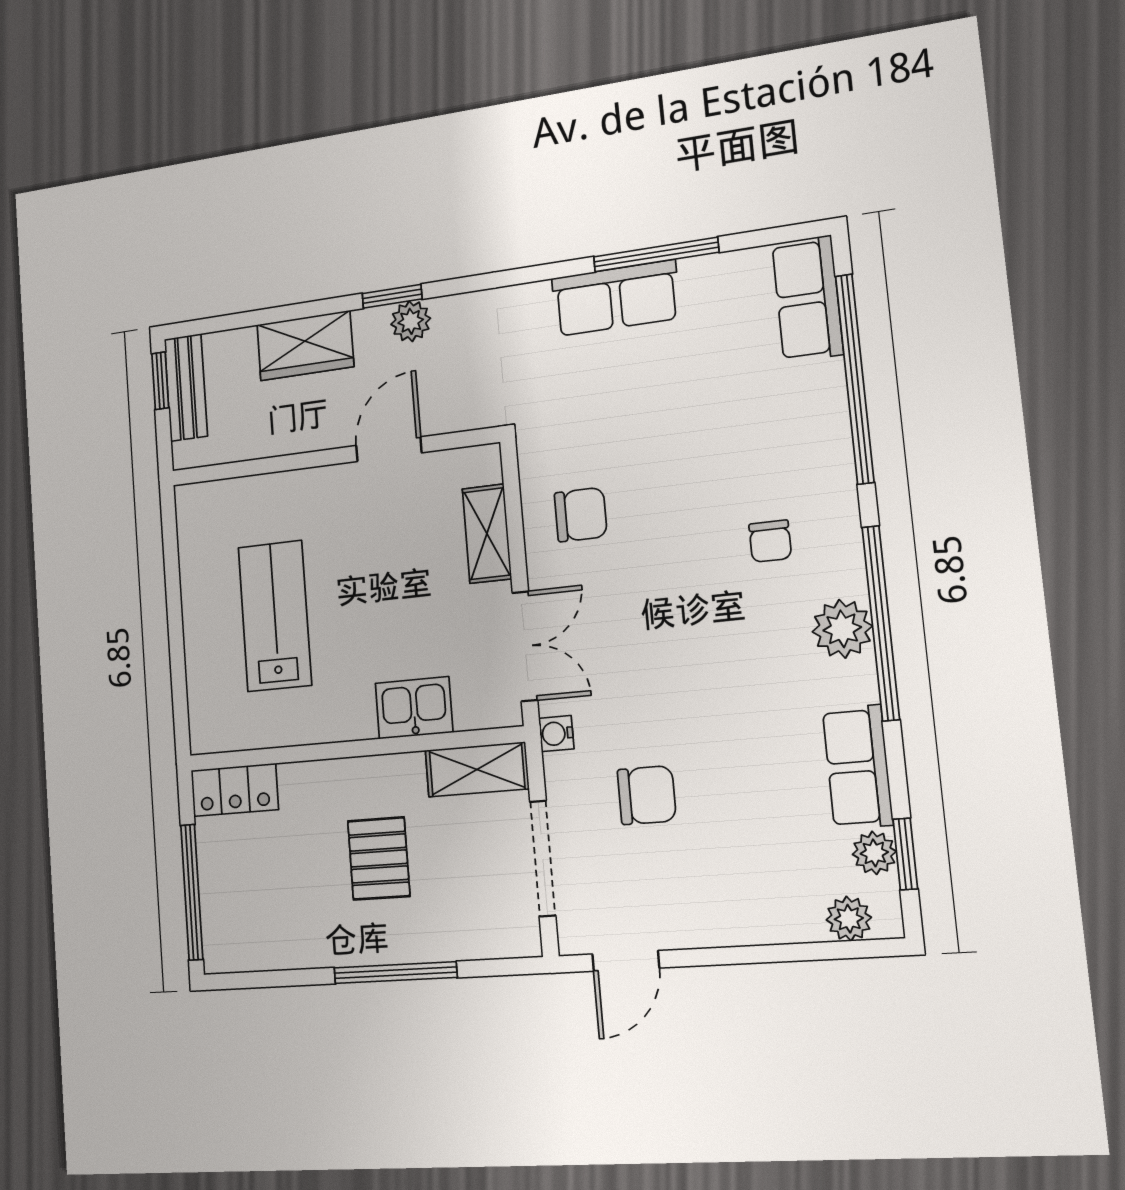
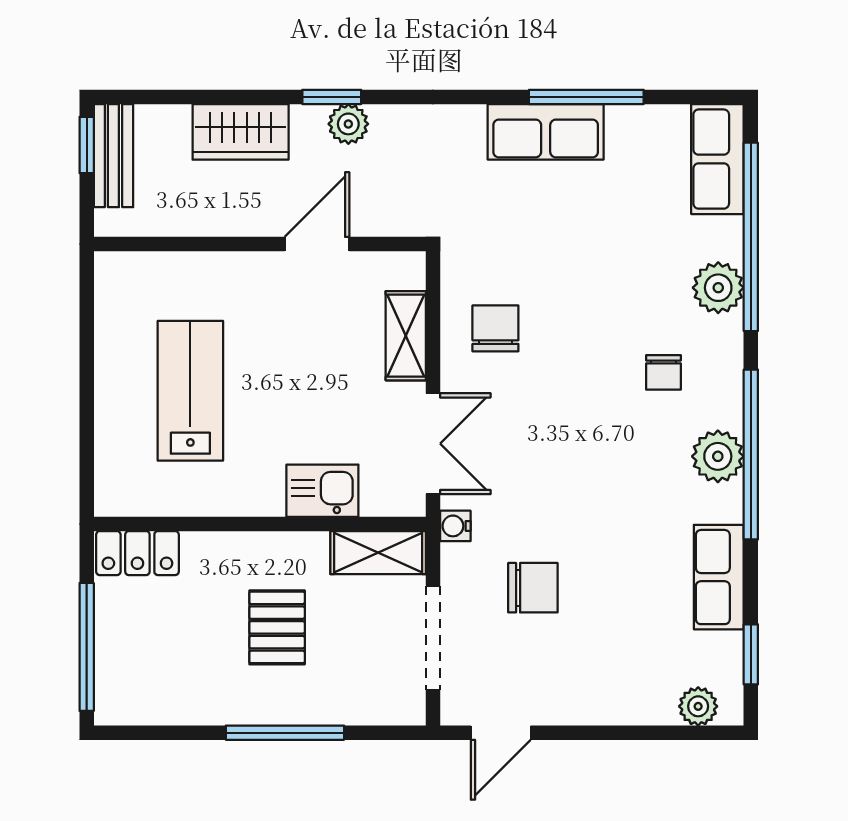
chair: (581, 515) -> (495, 328), turned -90
plant: (874, 853) -> (718, 288), moved, width x1.38, depth x1.38

